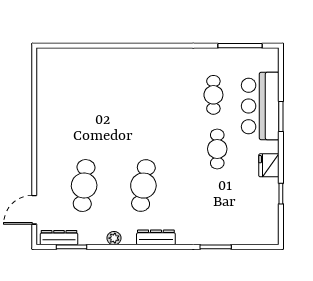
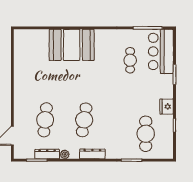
booth: (124, 72) -> (72, 45), added
bar counter: (260, 106) -> (161, 51), moved
cafe table: (217, 149) -> (146, 134), moved, width x1.37, depth x1.35
dresser: (59, 238) -> (47, 154), moved

